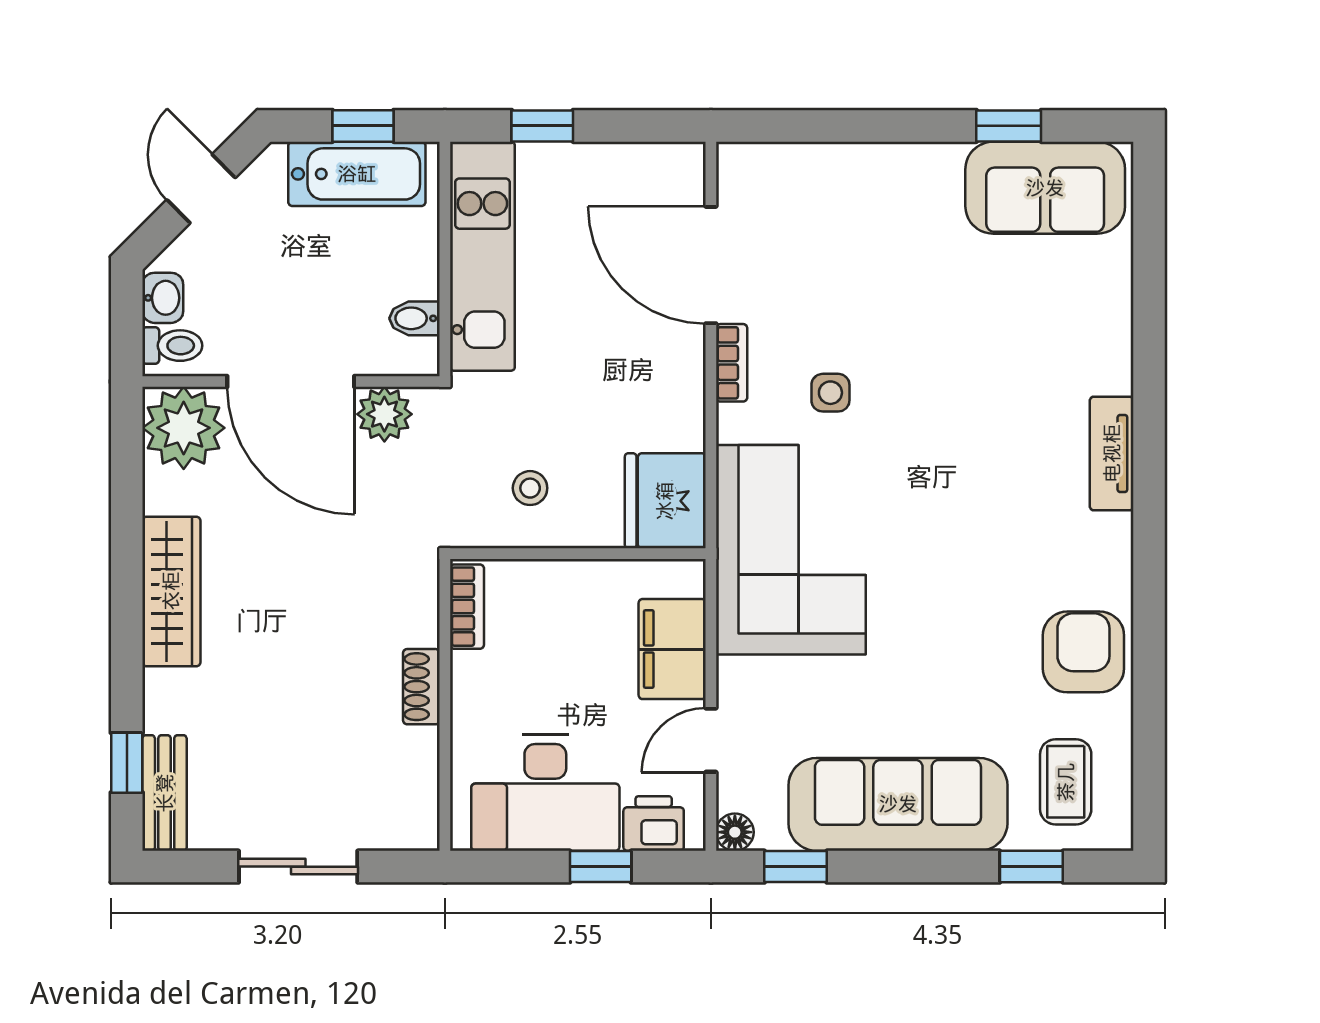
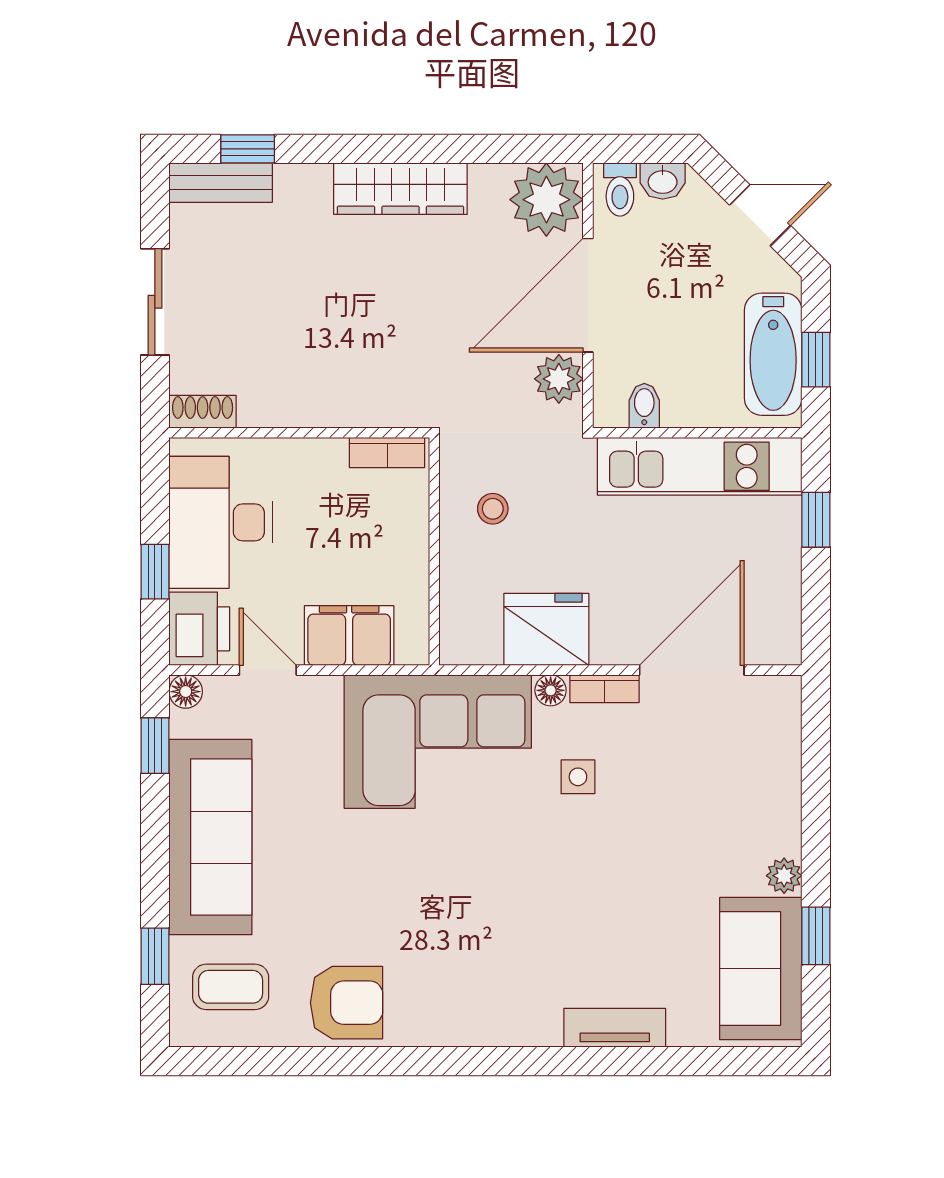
plant: (941, 162) -> (784, 876), added
floor lamp: (734, 423) -> (551, 690), added
tv unit: (1112, 453) -> (615, 1028), moved
fridge: (665, 501) -> (546, 629), moved
shoe rack: (421, 687) -> (203, 412), moved
printer: (654, 824) -> (199, 629), width x1.36, depth x1.24

